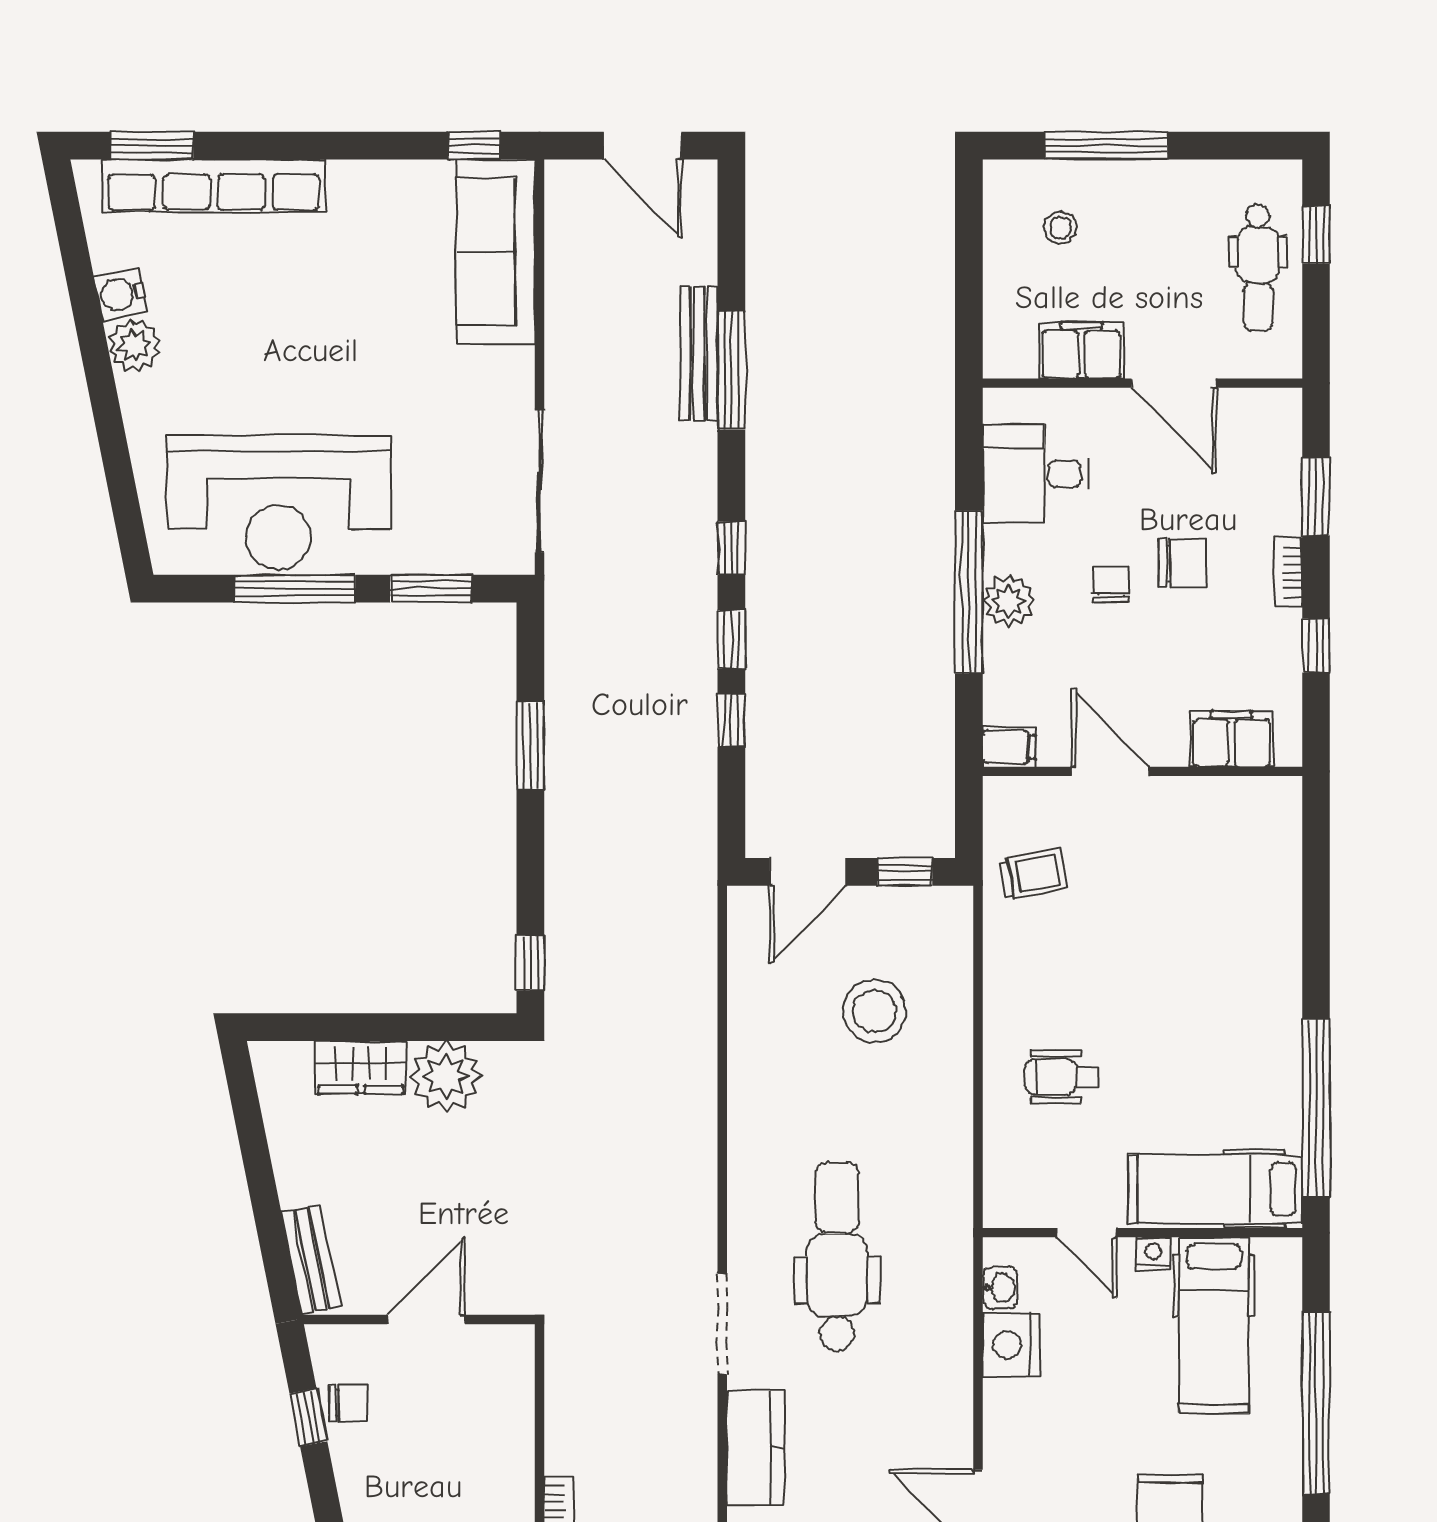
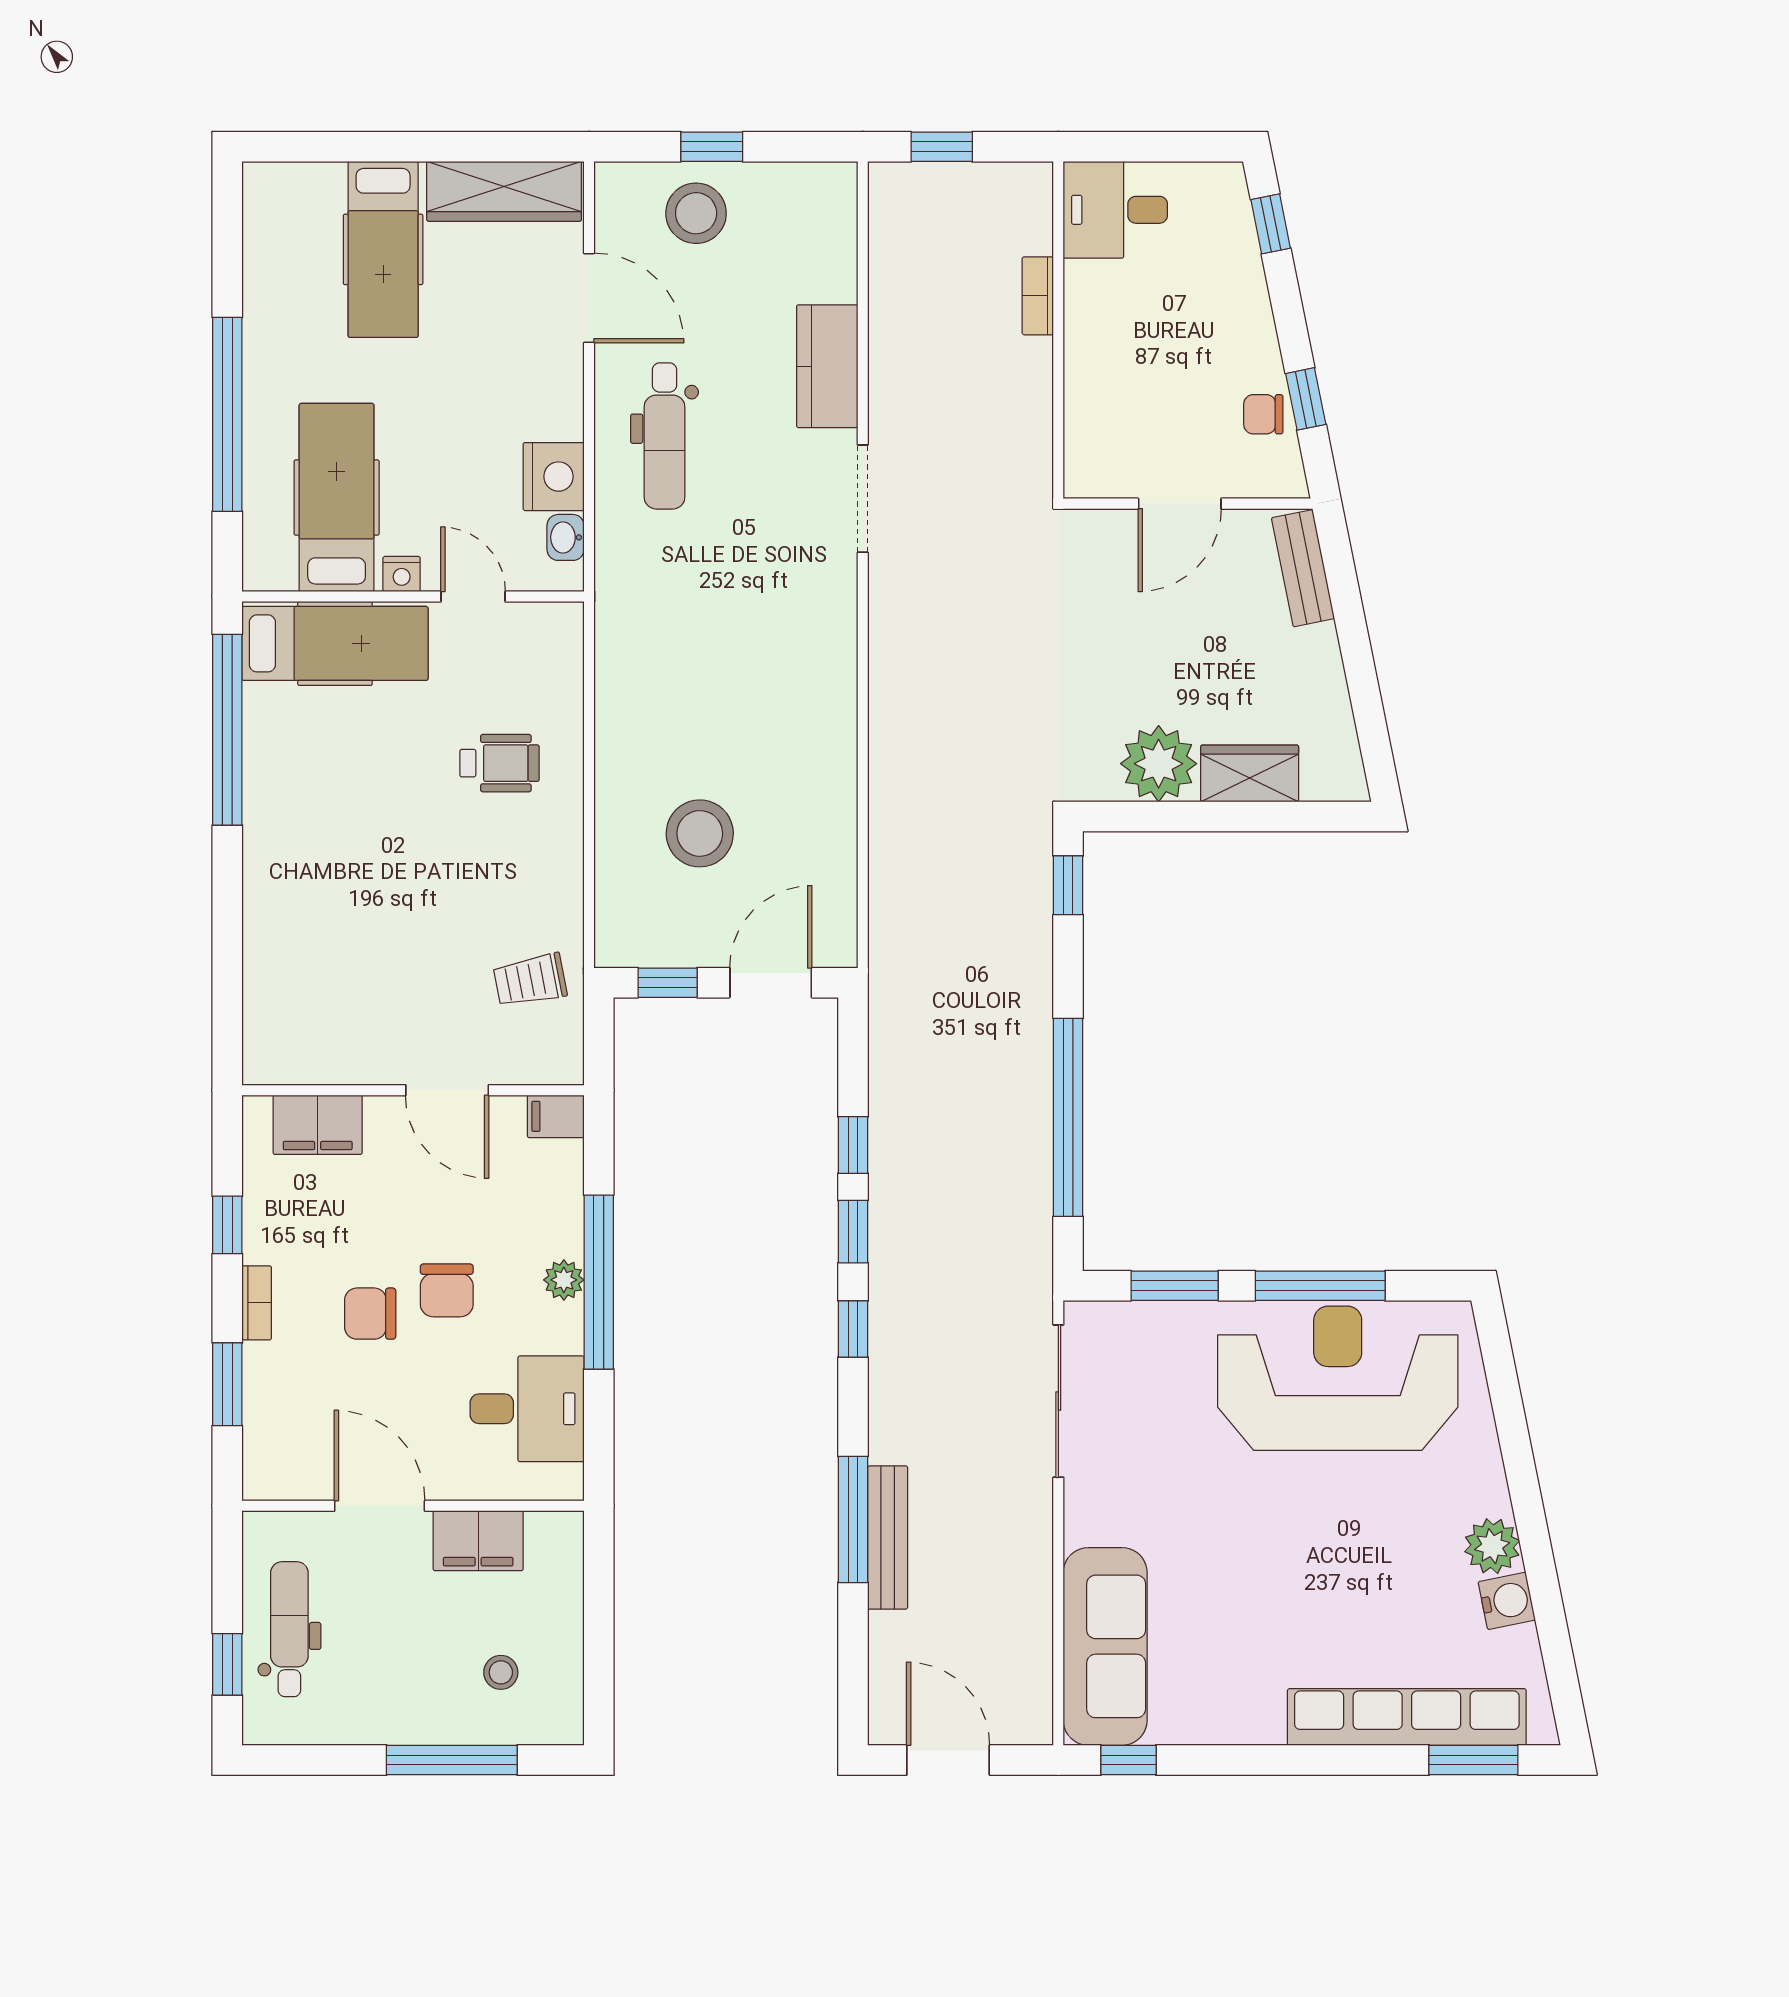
chair: (1111, 584) -> (447, 1290), width x1.37, depth x1.37
plant: (1009, 601) -> (564, 1280), width x0.73, depth x0.73
window: (530, 746) -> (1068, 1117), width x2.11
dental chair: (837, 1256) -> (665, 436), moved, width x0.73, depth x0.72

